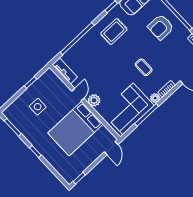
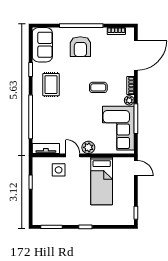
side table: (38, 107) -> (59, 170), moved
bed: (75, 129) -> (102, 181), width x0.67

